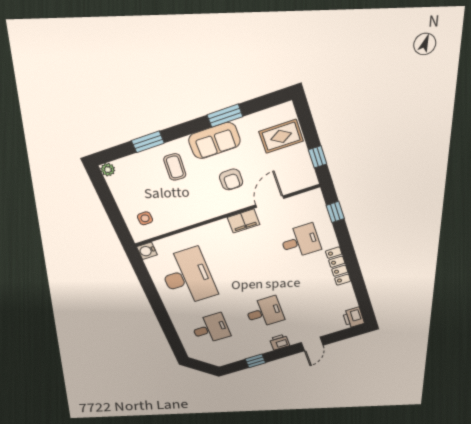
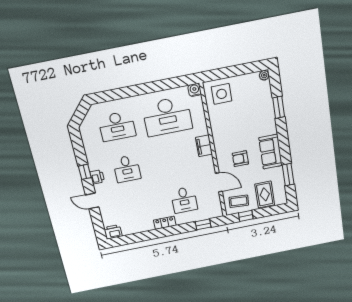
window: (225, 116) -> (288, 175), moved
coffee table: (175, 167) -> (239, 201), moved
side table: (145, 218) -> (222, 94), width x1.87, depth x1.87
filing cabinet: (244, 221) -> (204, 146), moved
locker: (338, 266) -> (165, 223), width x0.66
desk: (211, 329) -> (117, 126), width x1.37
window: (255, 361) -> (85, 172), moved

